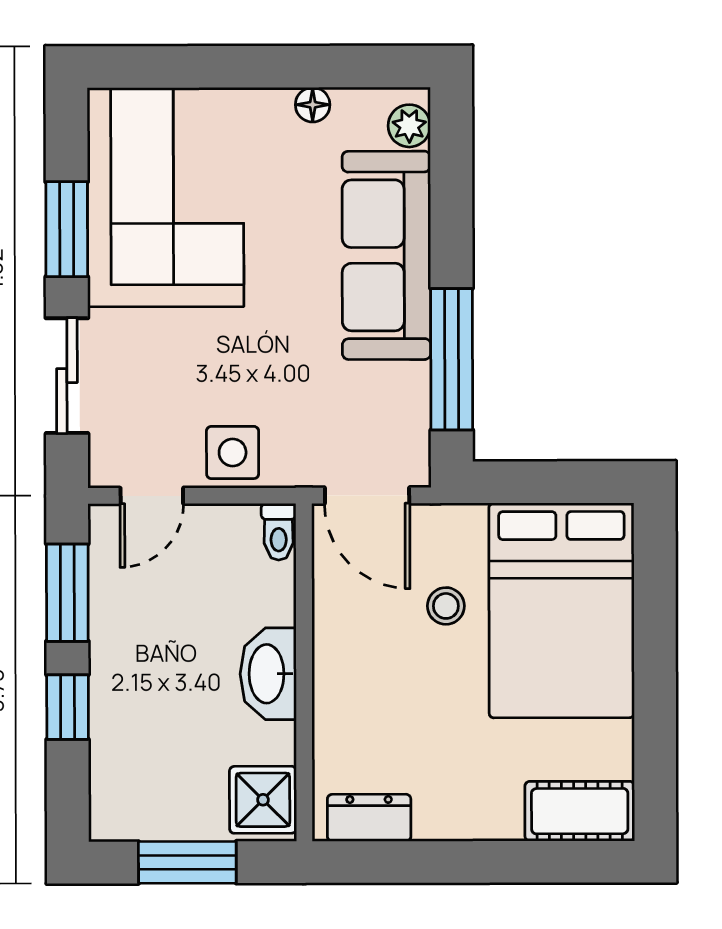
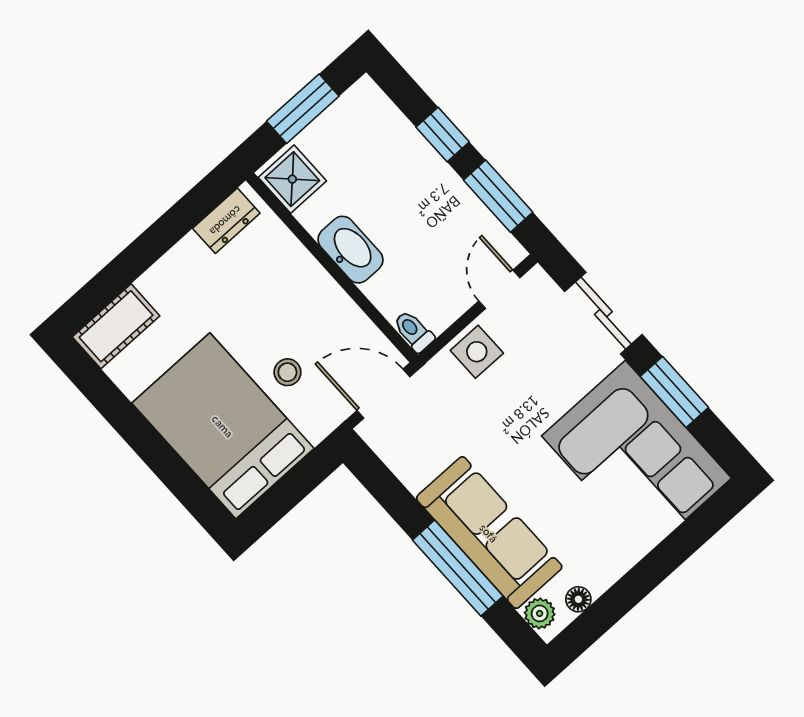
floor lamp: (313, 105) -> (578, 599), moved
window: (452, 359) -> (458, 568), moved

